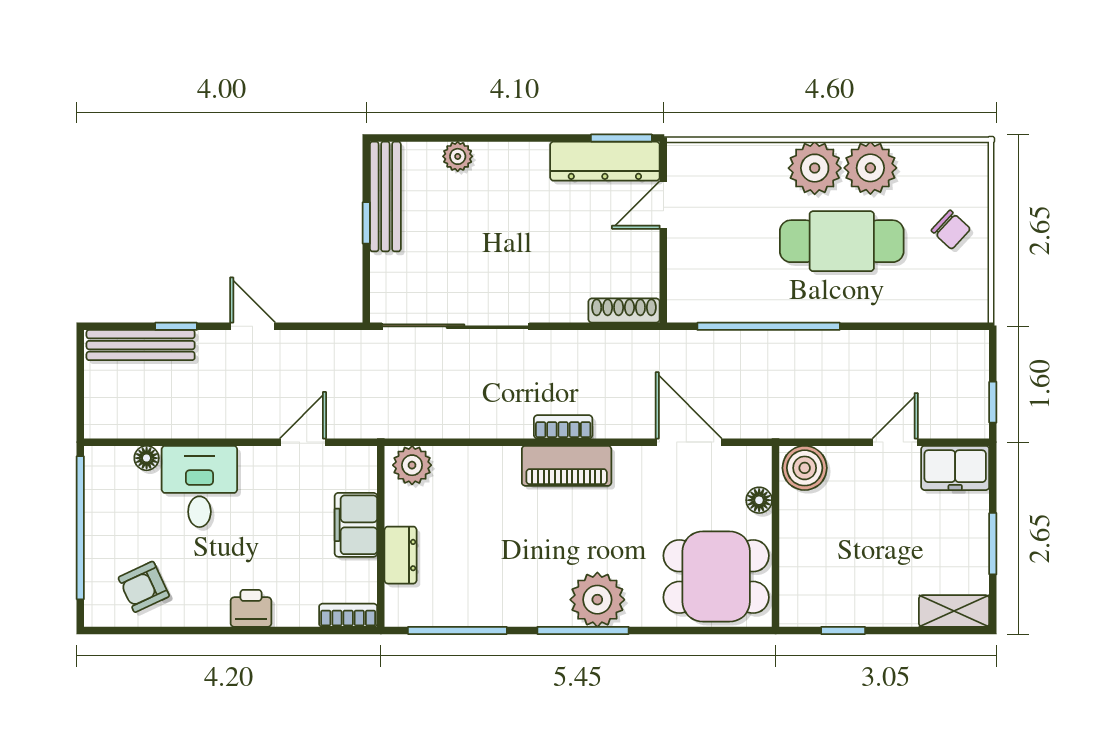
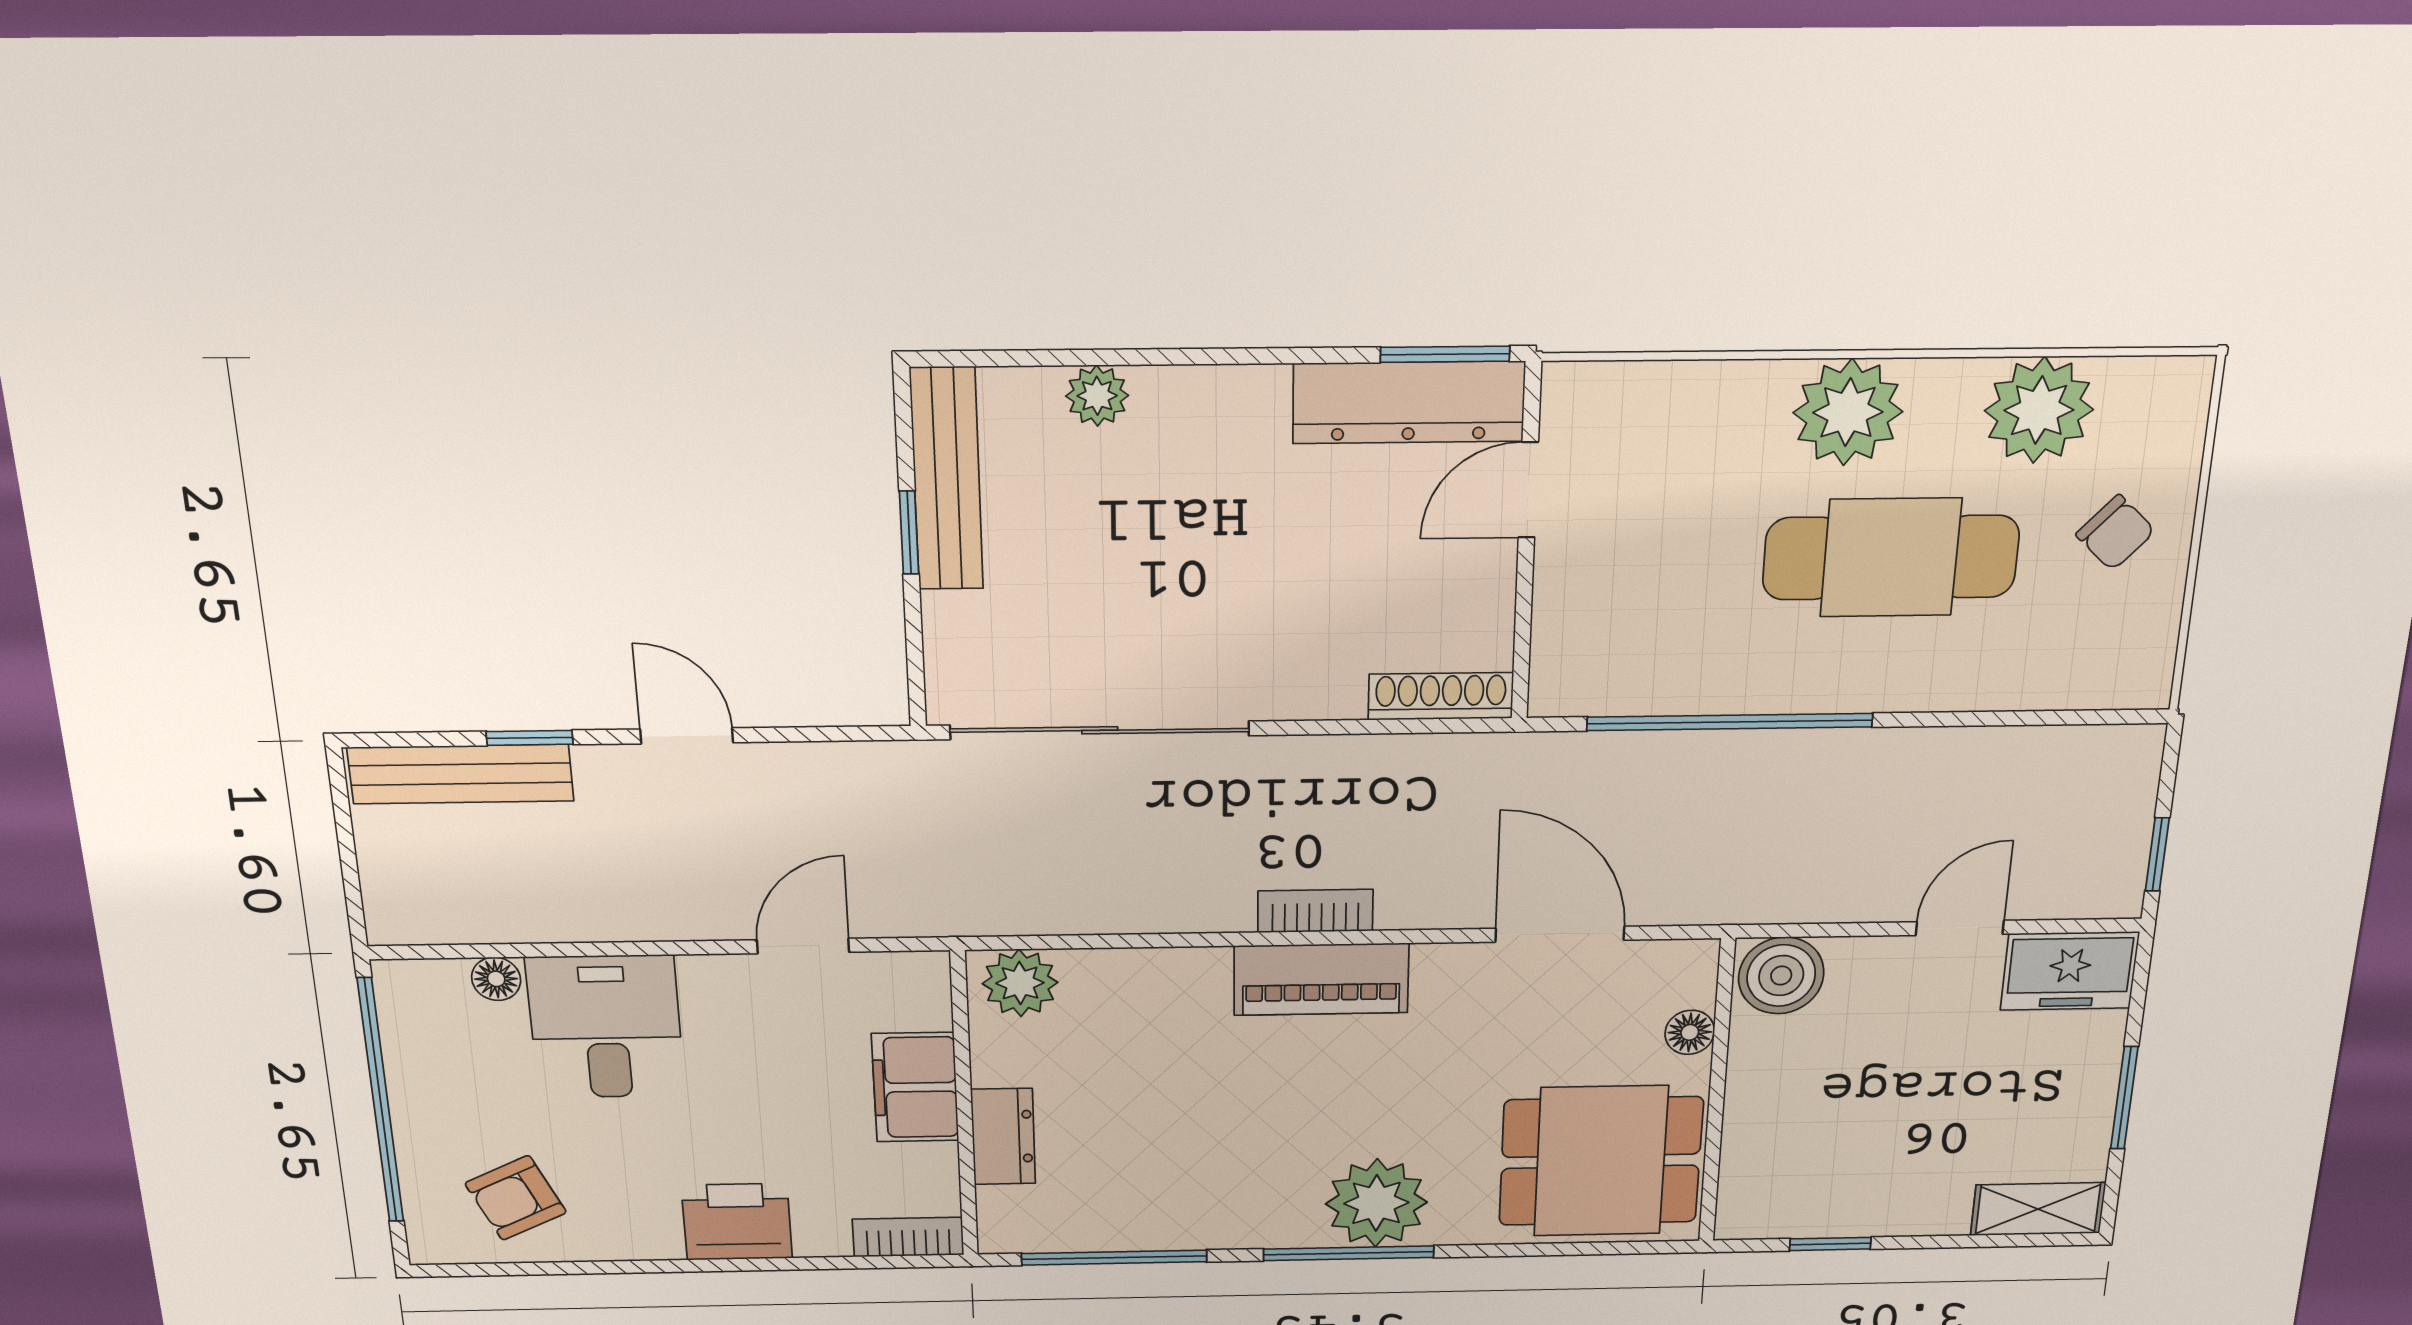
plant: (870, 168) -> (2039, 410), moved
printer: (251, 608) -> (737, 1222), width x1.36, depth x1.24

